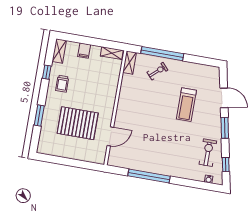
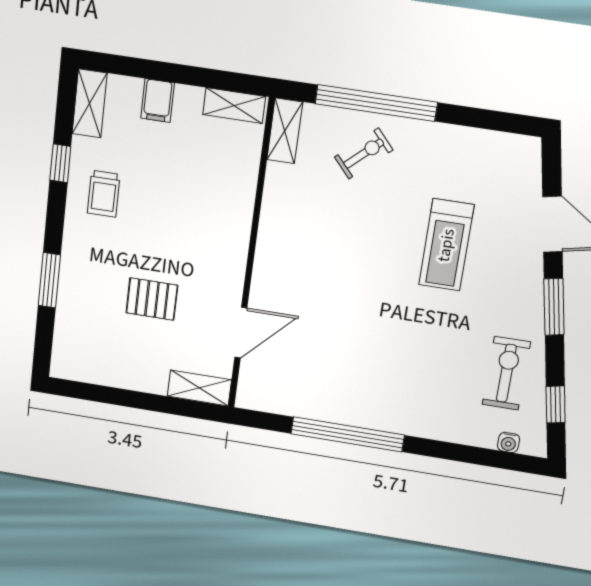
pallet: (78, 123) -> (152, 299), width x0.49, depth x0.50
shelving: (94, 158) -> (199, 388), added

